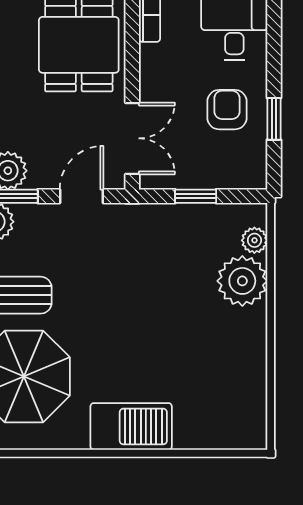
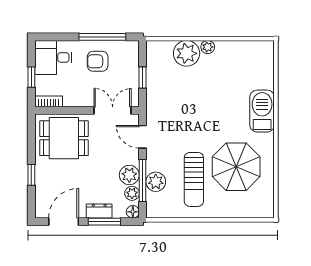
window: (274, 119) -> (102, 37), width x2.17
plant: (254, 240) -> (208, 47), moved

